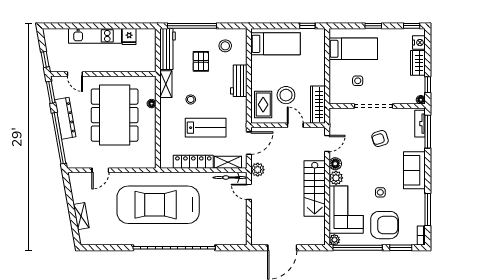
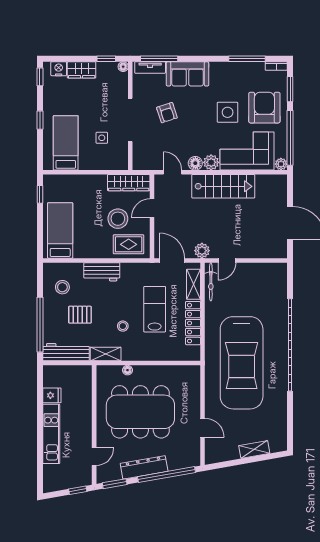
sofa: (414, 170) -> (188, 74), moved
side table: (380, 192) -> (228, 112), width x1.87, depth x1.87

